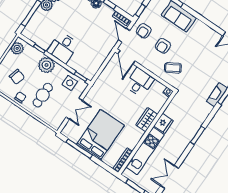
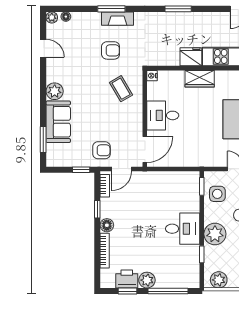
plant: (199, 27) -> (55, 91), added
armchair: (163, 46) -> (111, 50), moved

